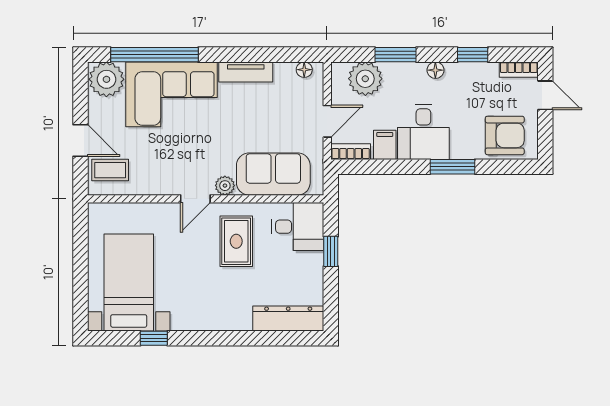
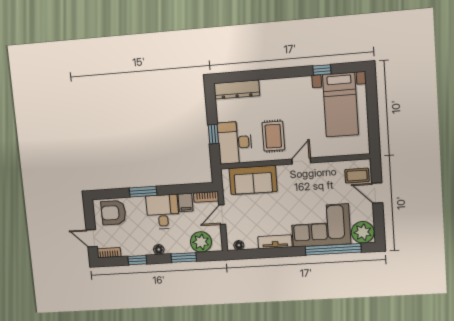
plant: (225, 186) -> (283, 171), removed
desk: (298, 227) -> (235, 143), width x1.37

